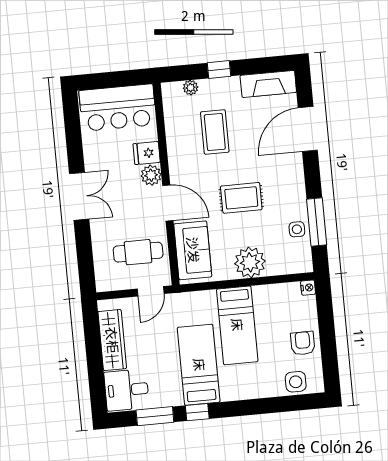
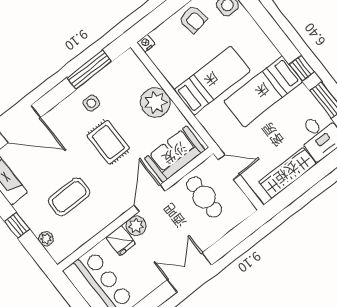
side table: (297, 229) -> (91, 103), moved
armchair: (303, 343) -> (193, 19), turned -99

